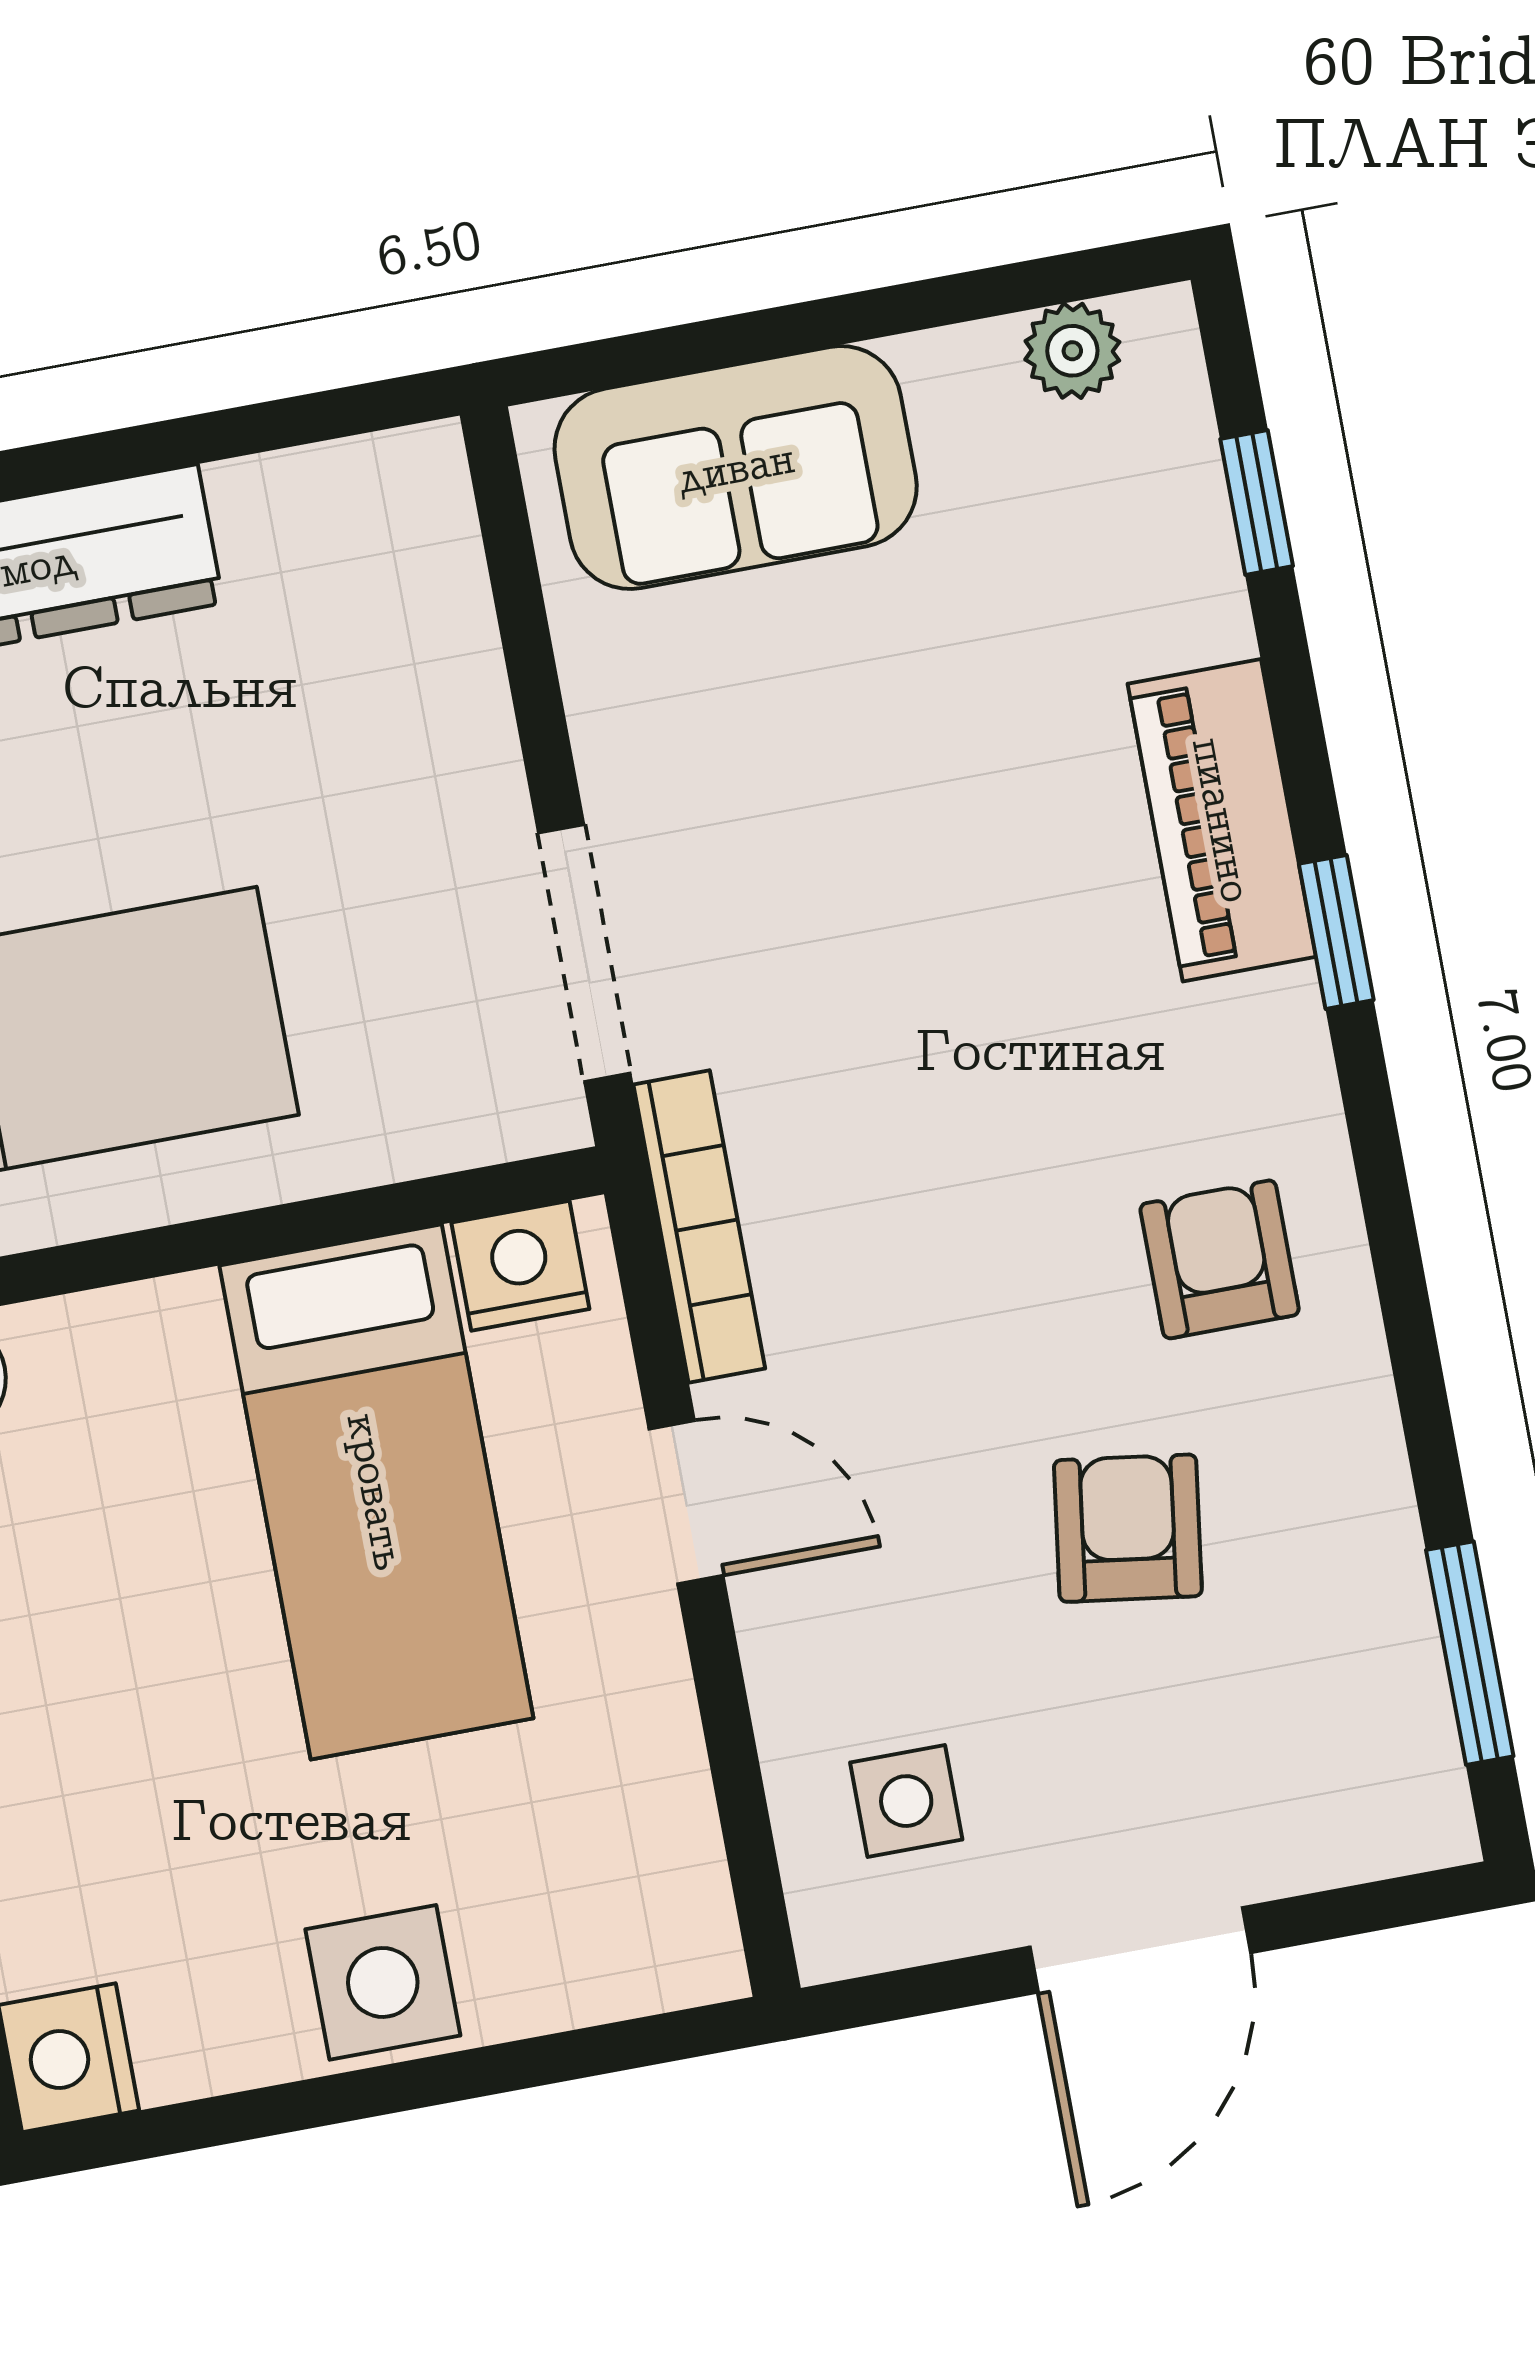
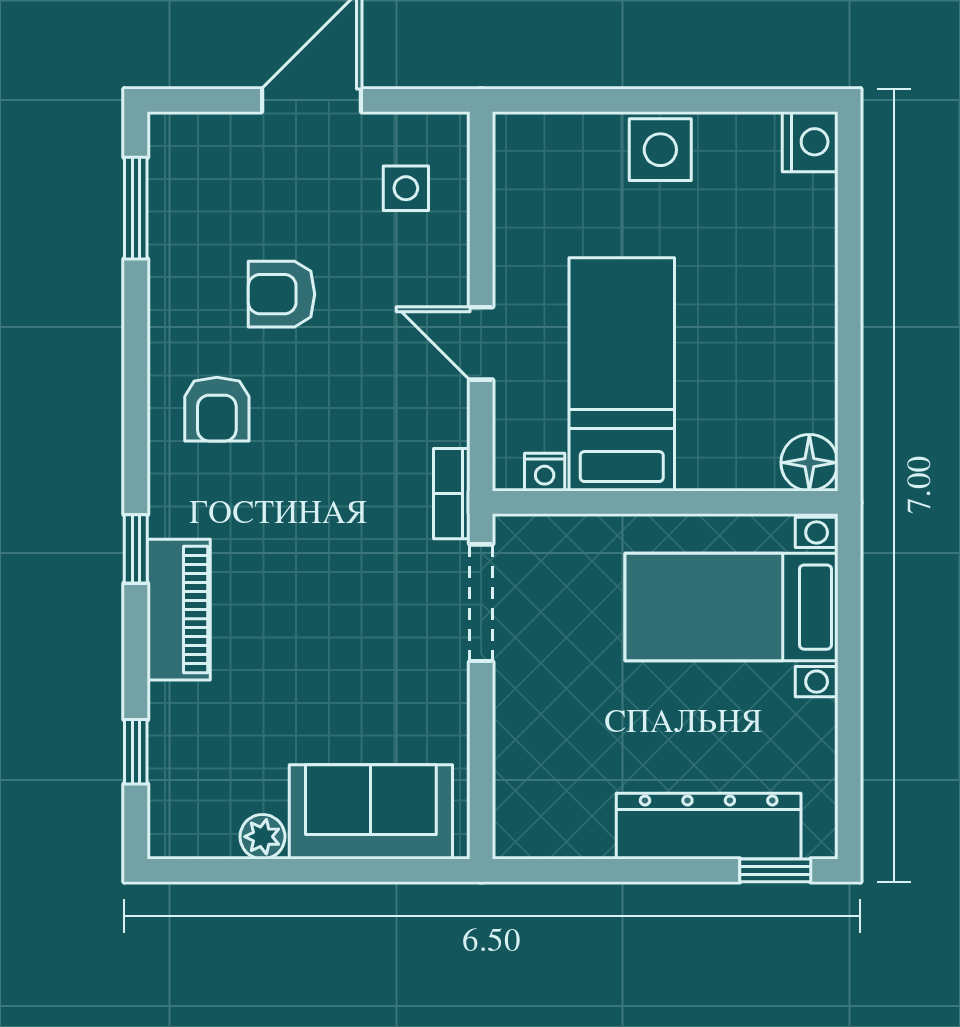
plant: (1072, 351) -> (262, 837), moved
bookcase: (699, 1226) -> (452, 494), width x0.64
nightstand: (520, 1266) -> (545, 472), width x0.72, depth x0.74
armchair: (1128, 1528) -> (281, 294), turned 82

